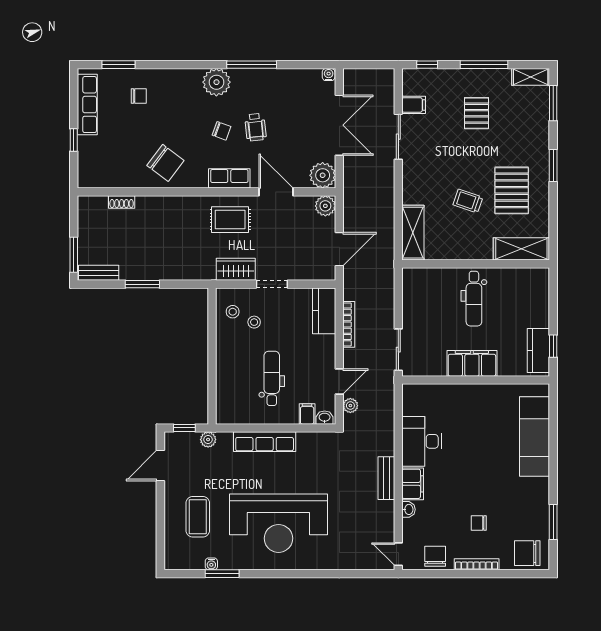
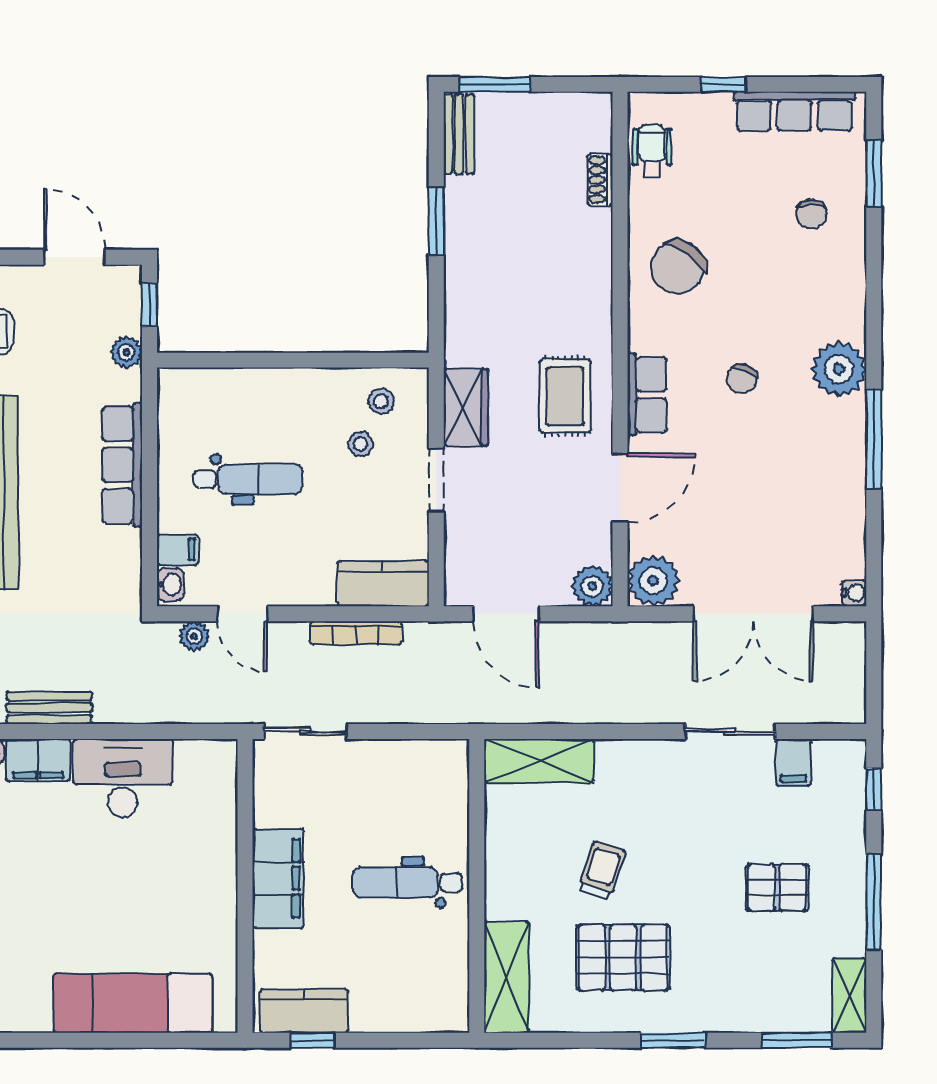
wheelchair: (255, 127) -> (652, 151), moved, turned 96

